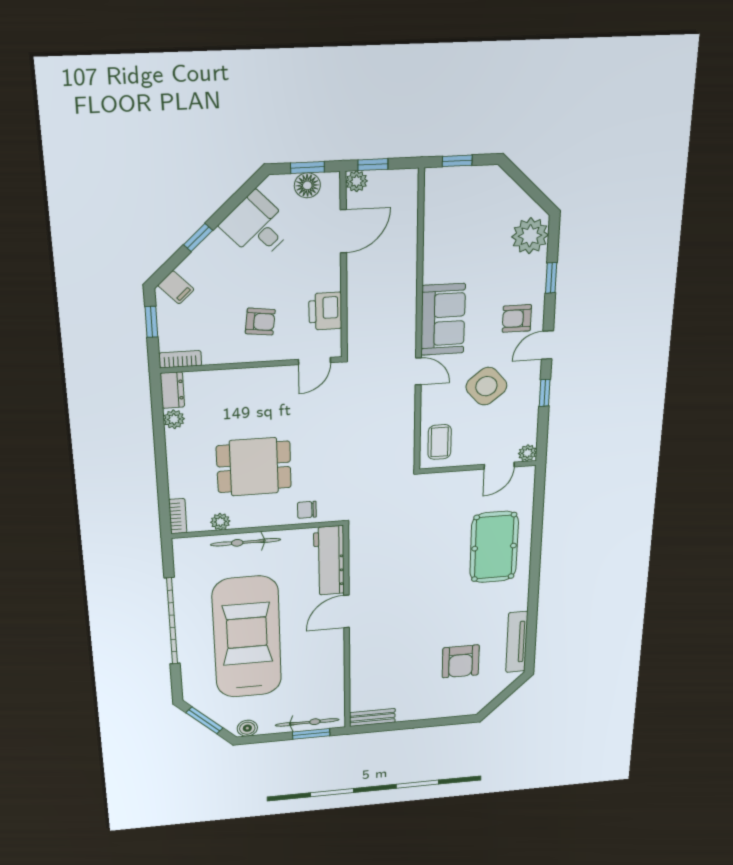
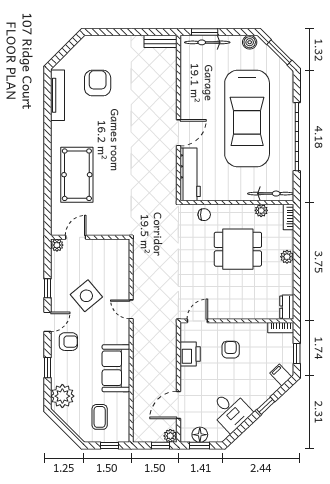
sofa: (443, 319) -> (116, 368), moved
armchair: (260, 322) -> (231, 350), turned 83
plant: (174, 419) -> (287, 257), moved
coffee table: (440, 442) -> (100, 417), moved
bicycle: (246, 542) -> (271, 194), moved

